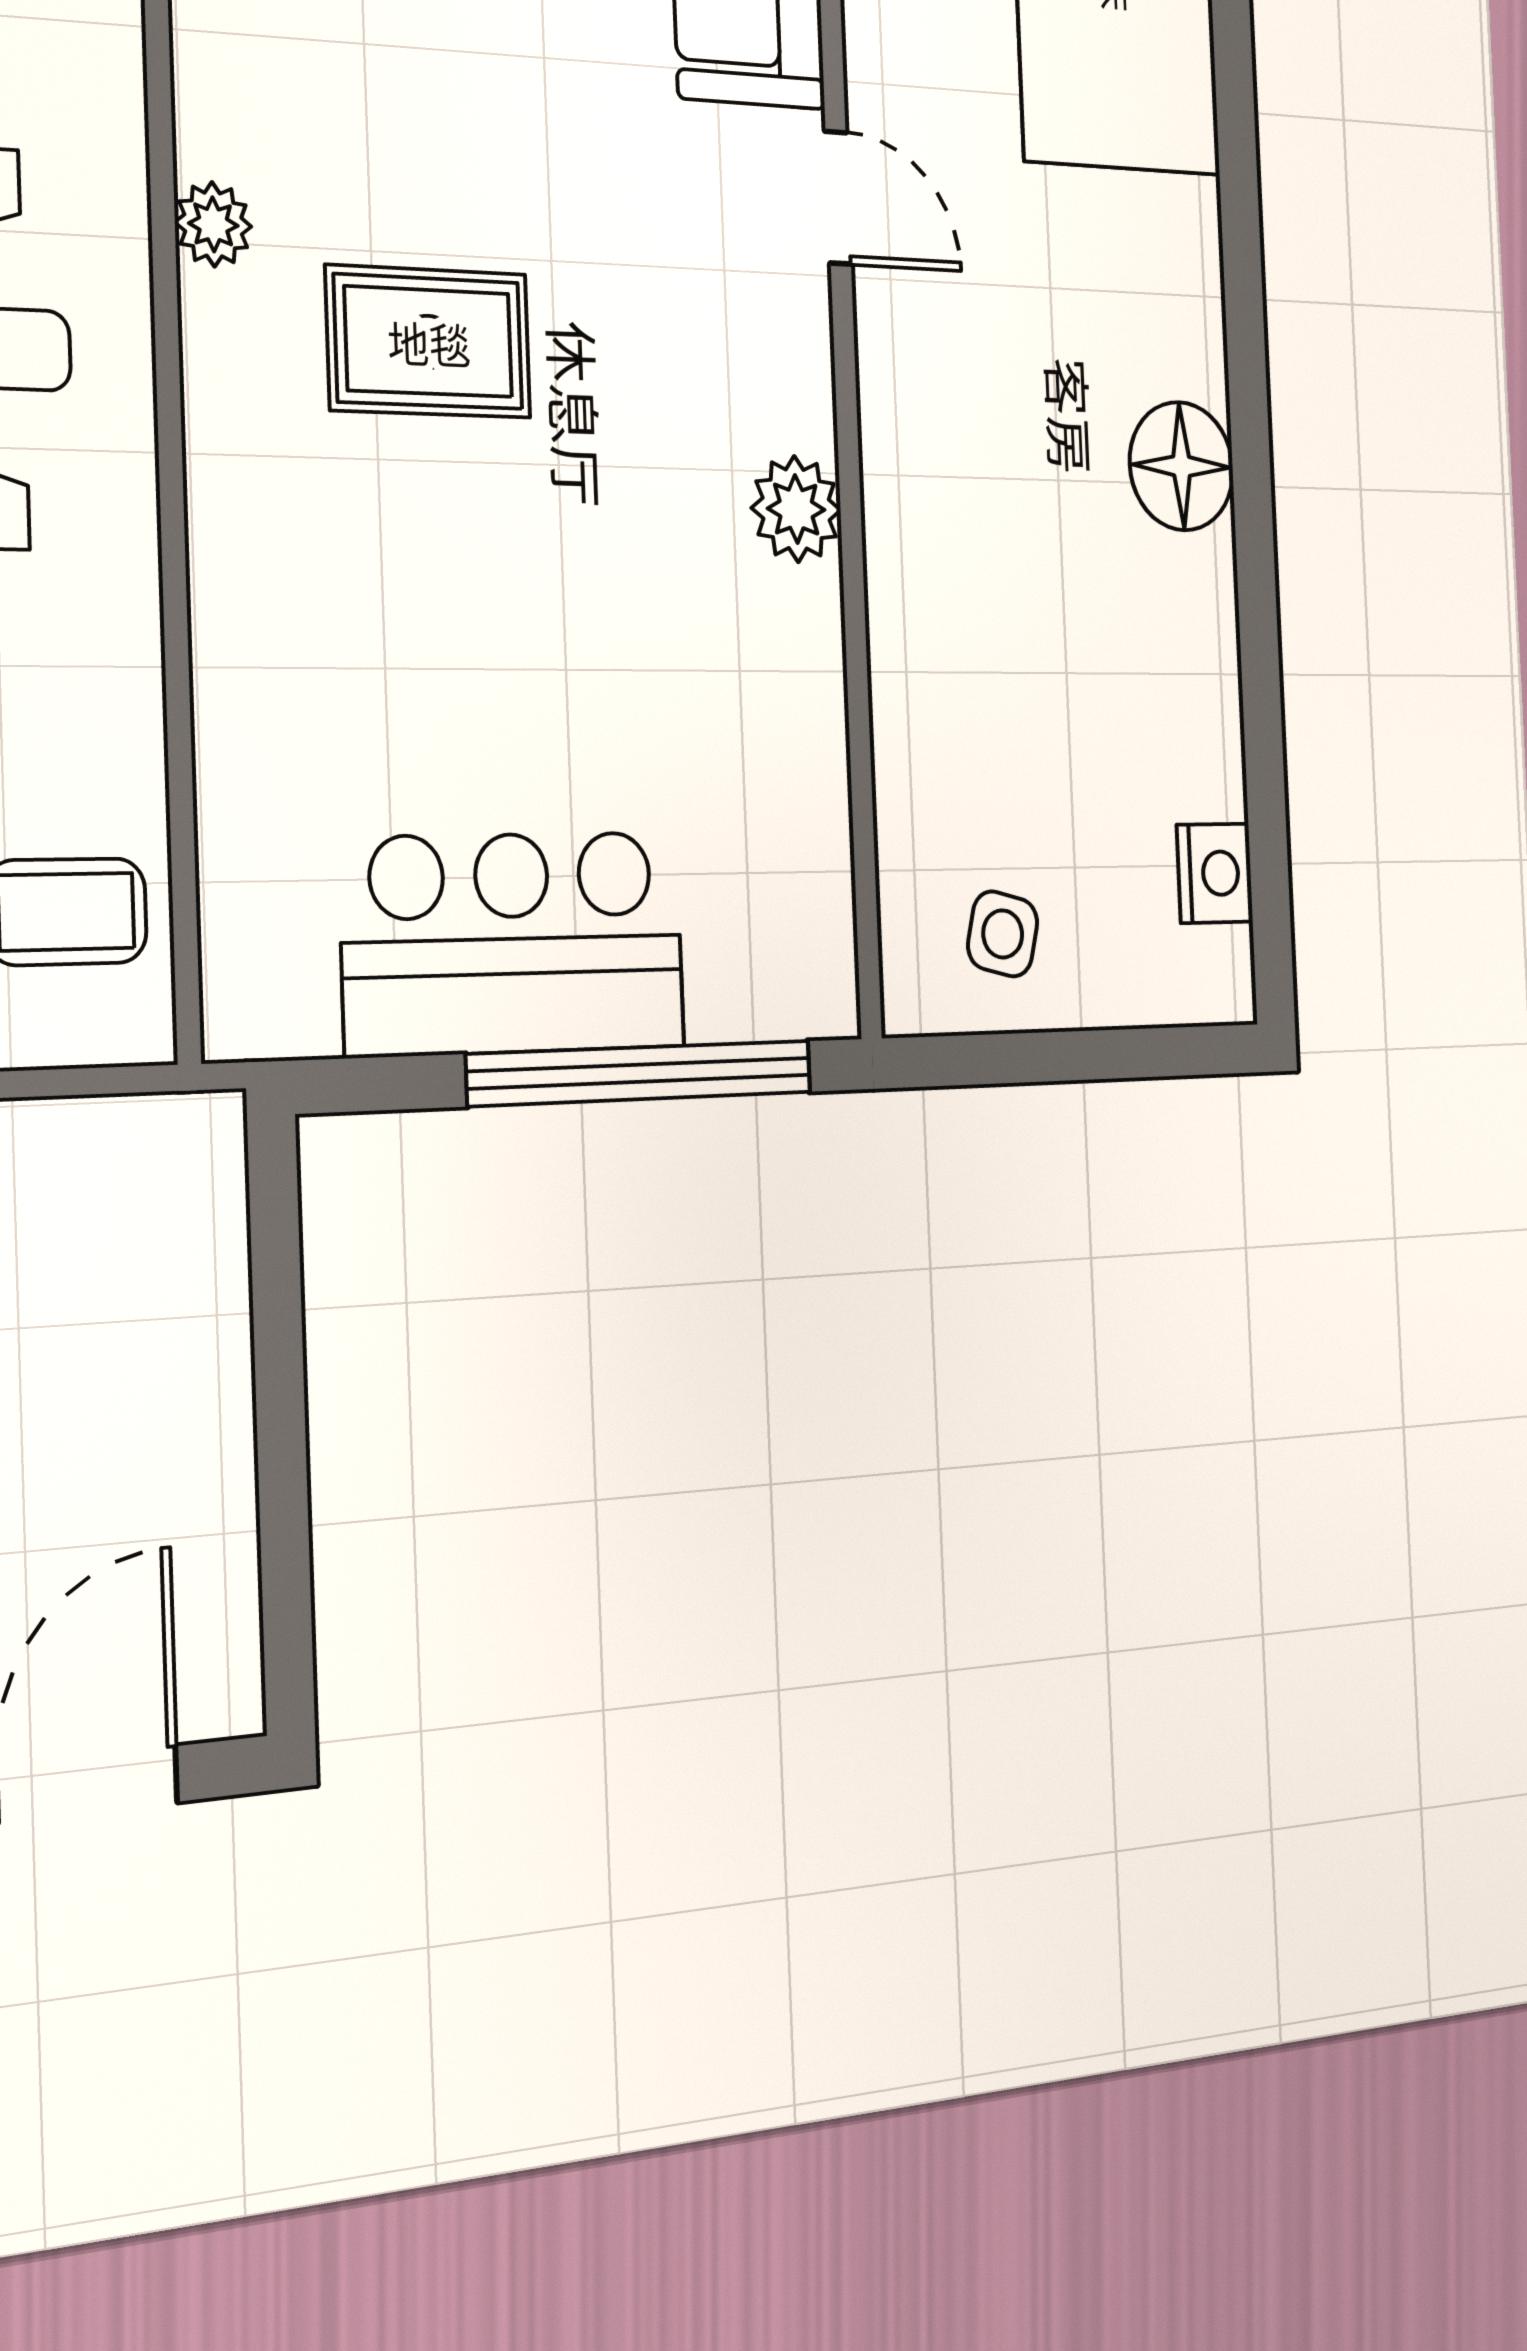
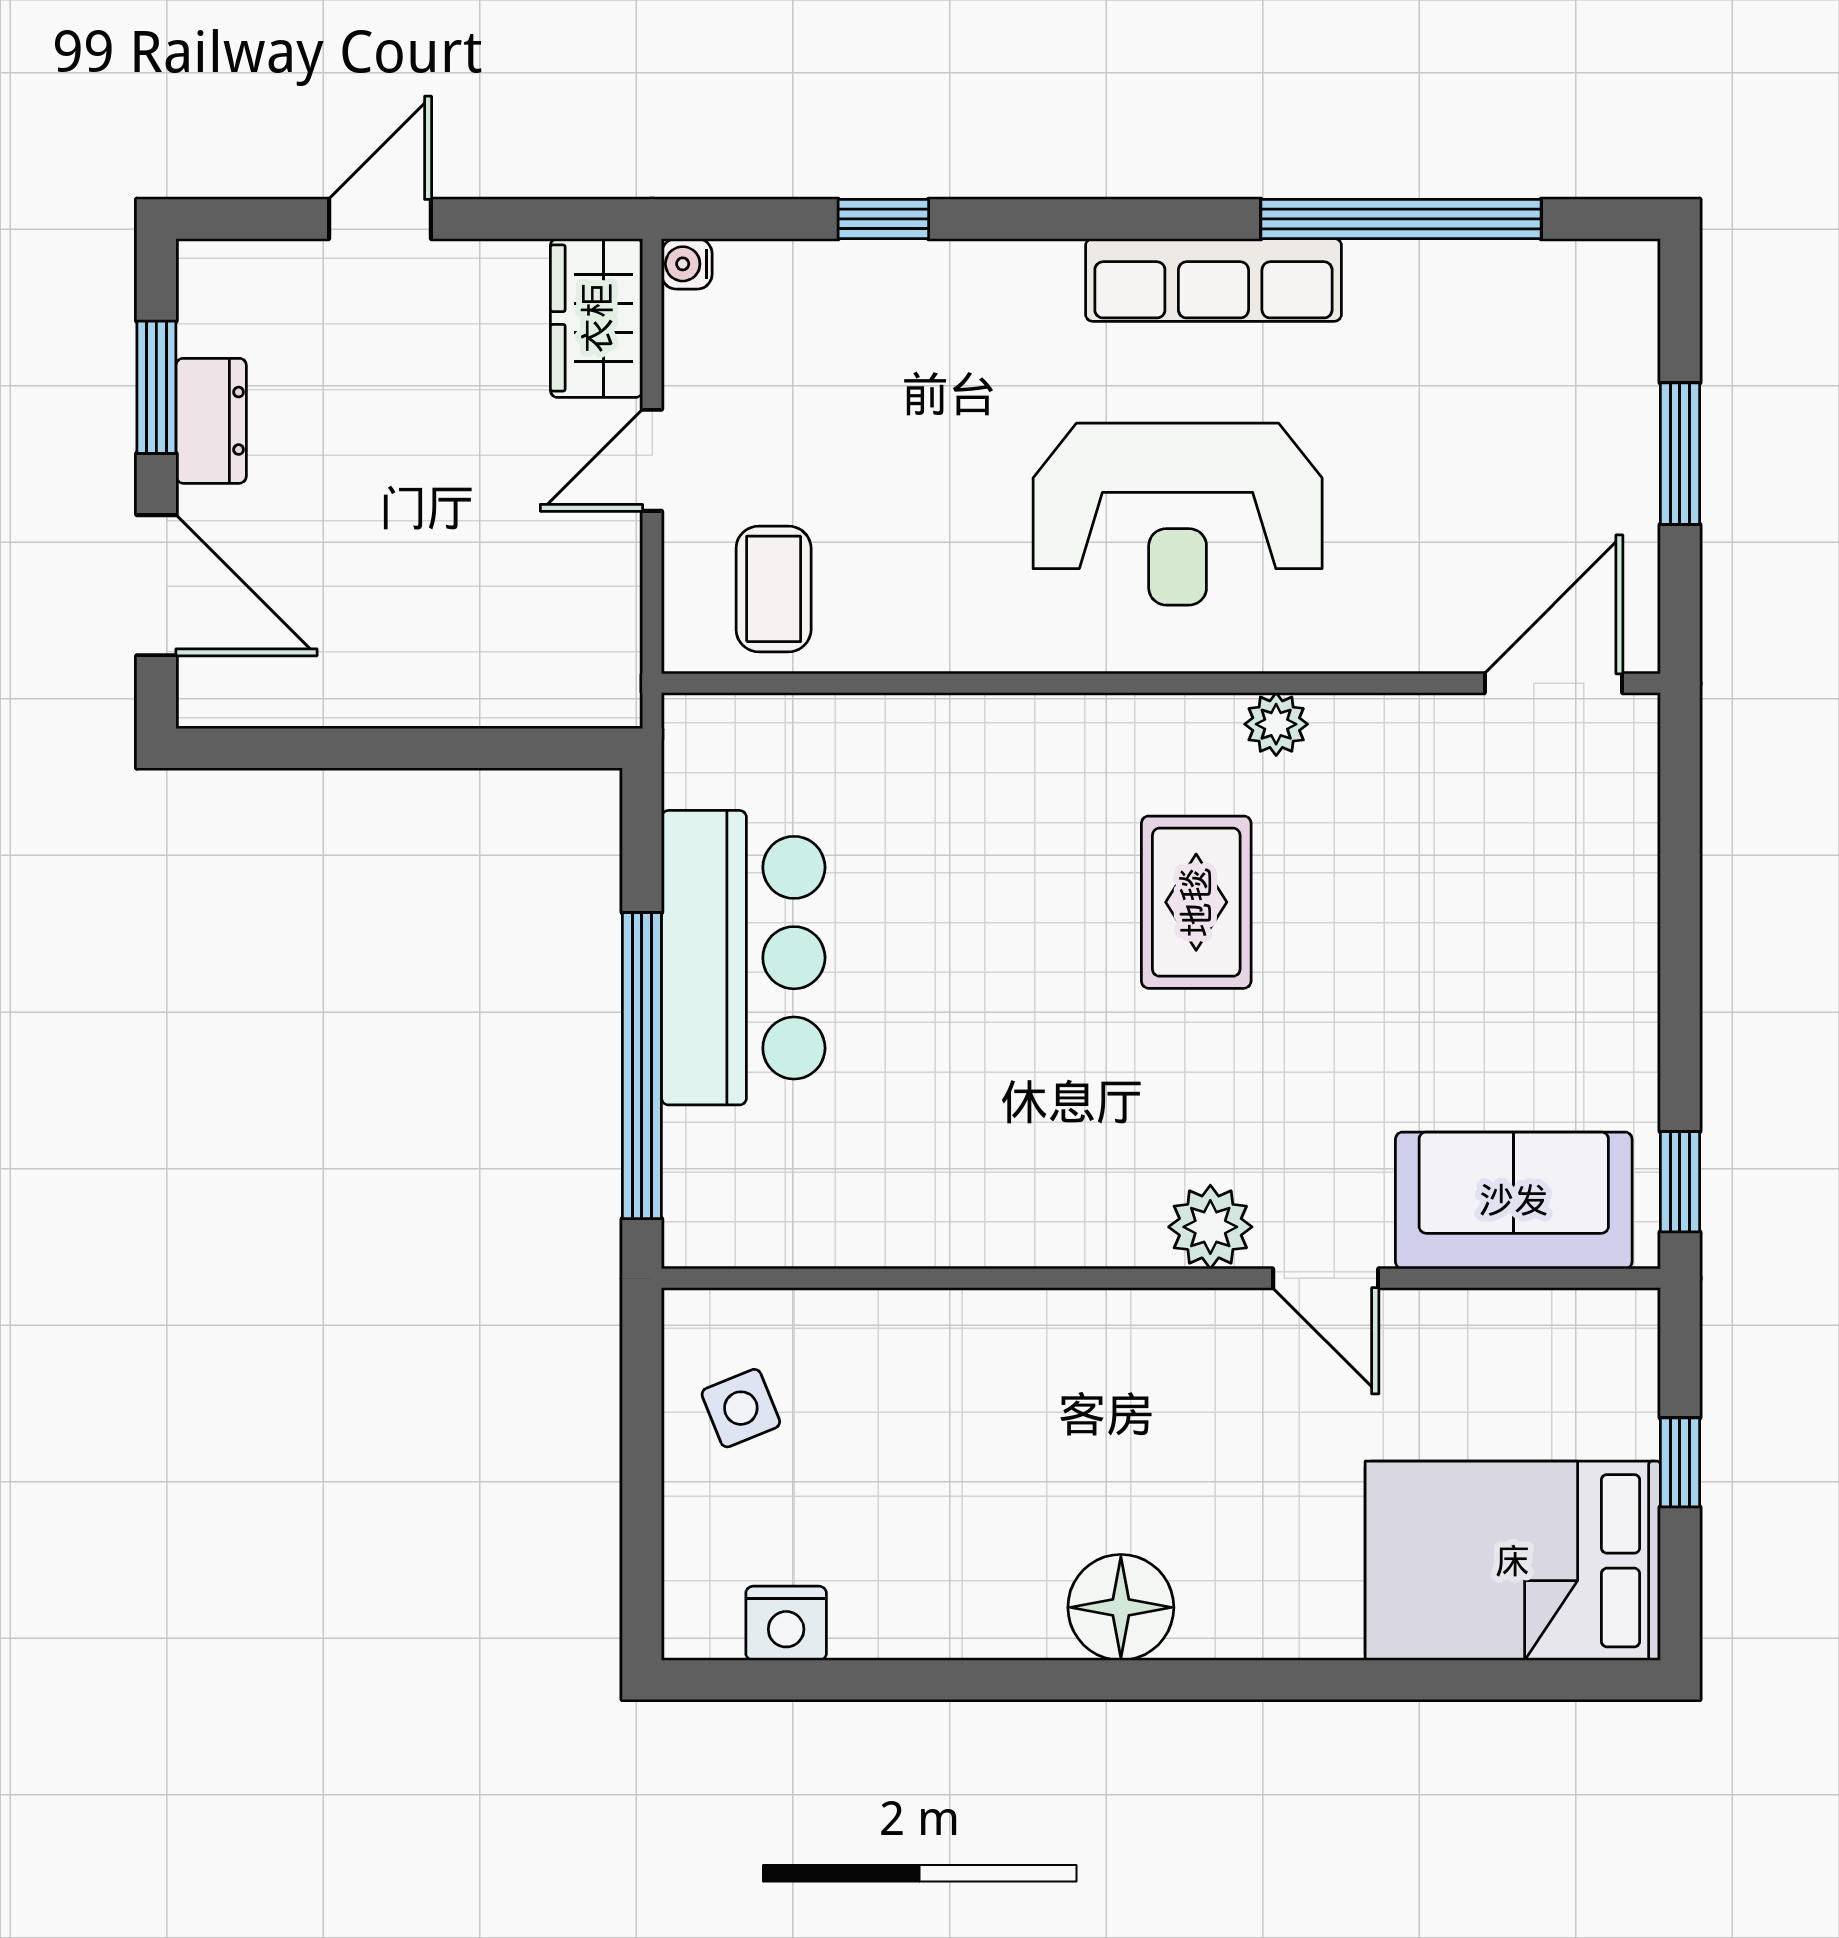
door: (838, 198) -> (1326, 1278), hinge flipped
plant: (796, 509) -> (1210, 1227), moved
side table: (1003, 934) -> (741, 1408), turned -36

